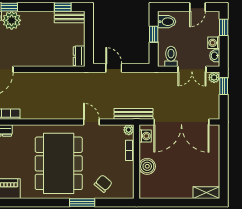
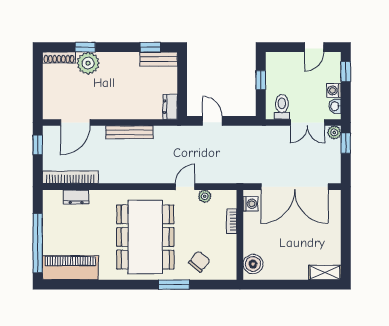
bidet: (167, 22) -> (277, 65), removed
bench: (133, 114) -> (129, 132), moved
door: (91, 122) -> (185, 187), hinge flipped
plant: (129, 130) -> (205, 196), moved
boiler: (147, 166) -> (253, 264), moved

